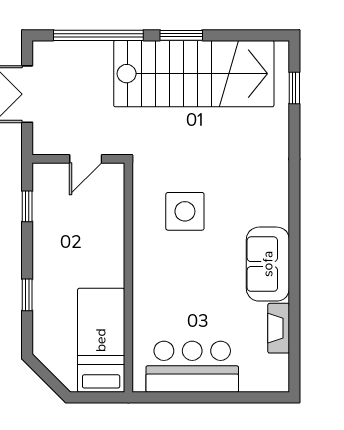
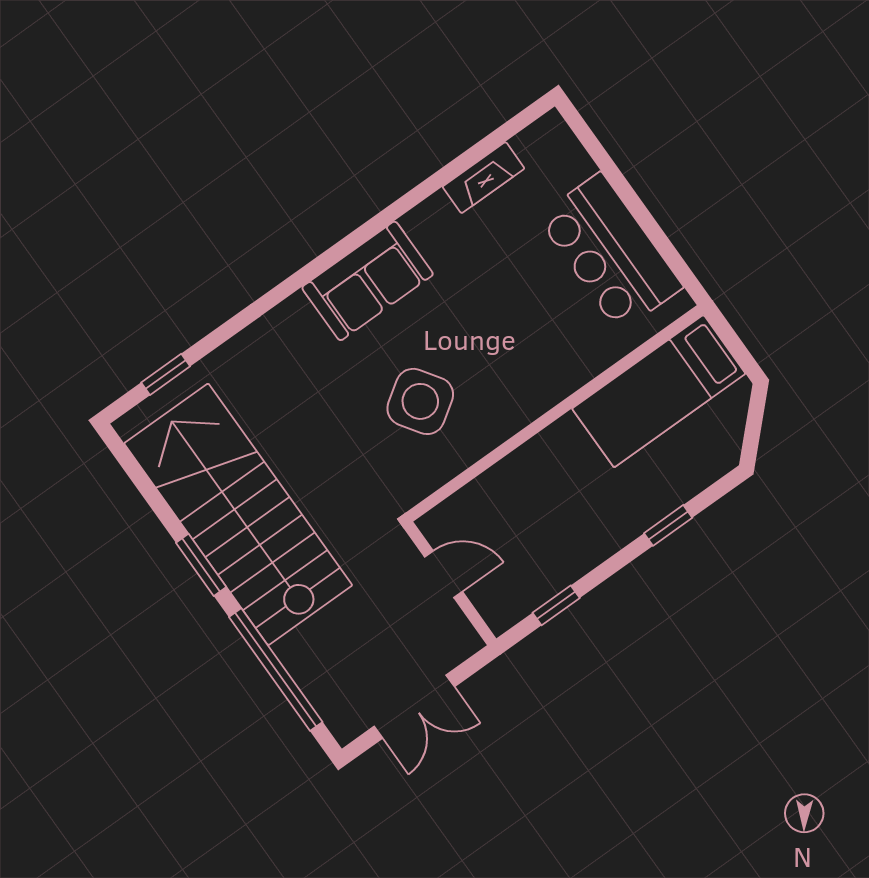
side table: (185, 211) -> (420, 401), turned -34
sofa: (268, 264) -> (368, 281), moved

